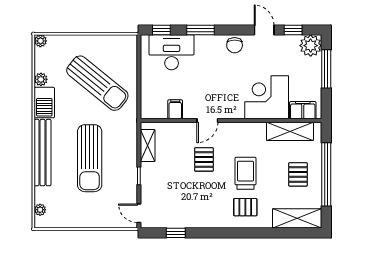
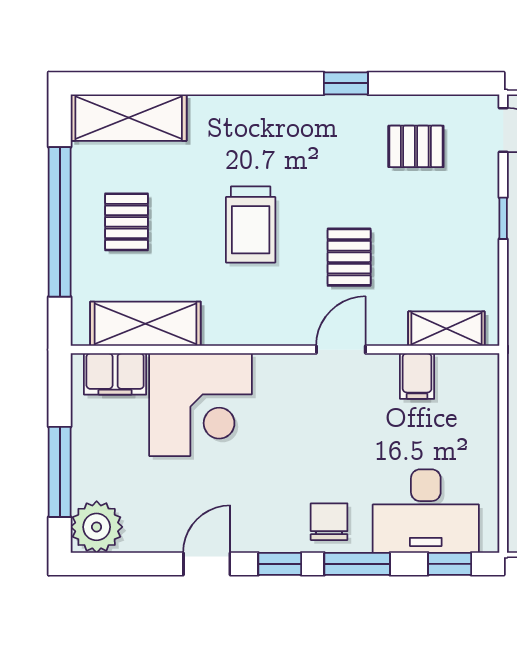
door: (264, 30) -> (207, 564), swing flipped
window: (293, 30) -> (280, 564), moved
chair: (235, 45) -> (329, 522), moved
shelving: (148, 146) -> (446, 329), moved, turned 90
pallet: (245, 207) -> (416, 146), moved
window: (176, 233) -> (346, 83), moved

